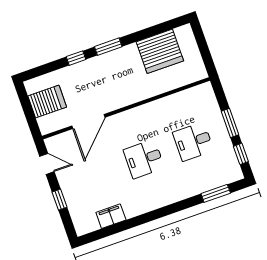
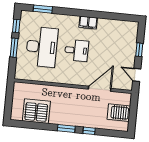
desk: (193, 142) -> (42, 47), width x1.87, depth x1.30
filing cabinet: (111, 216) -> (88, 23), moved

